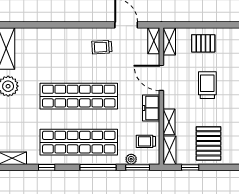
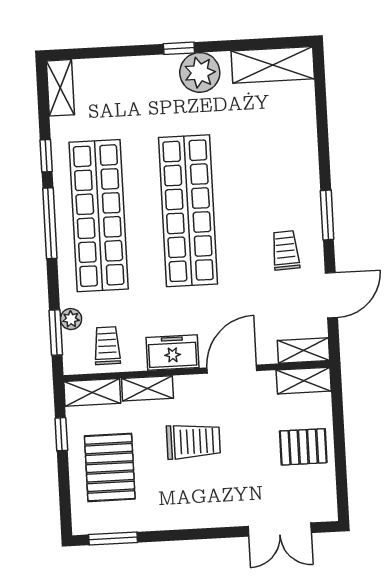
window: (85, 25) -> (327, 215), added
pallet: (203, 43) -> (303, 447), turned 90
trolley: (207, 85) -> (193, 441), moved
pallet: (208, 143) -> (110, 467), turned 90
window: (98, 167) -> (50, 223), moved

